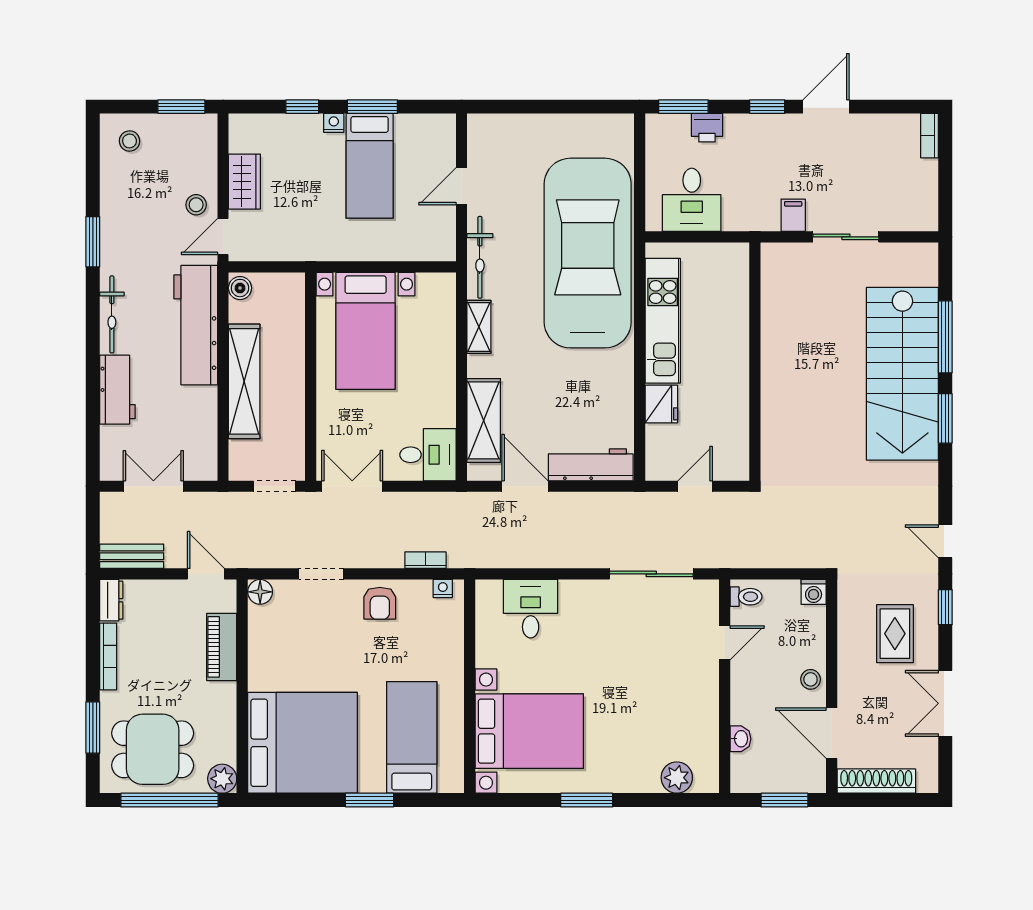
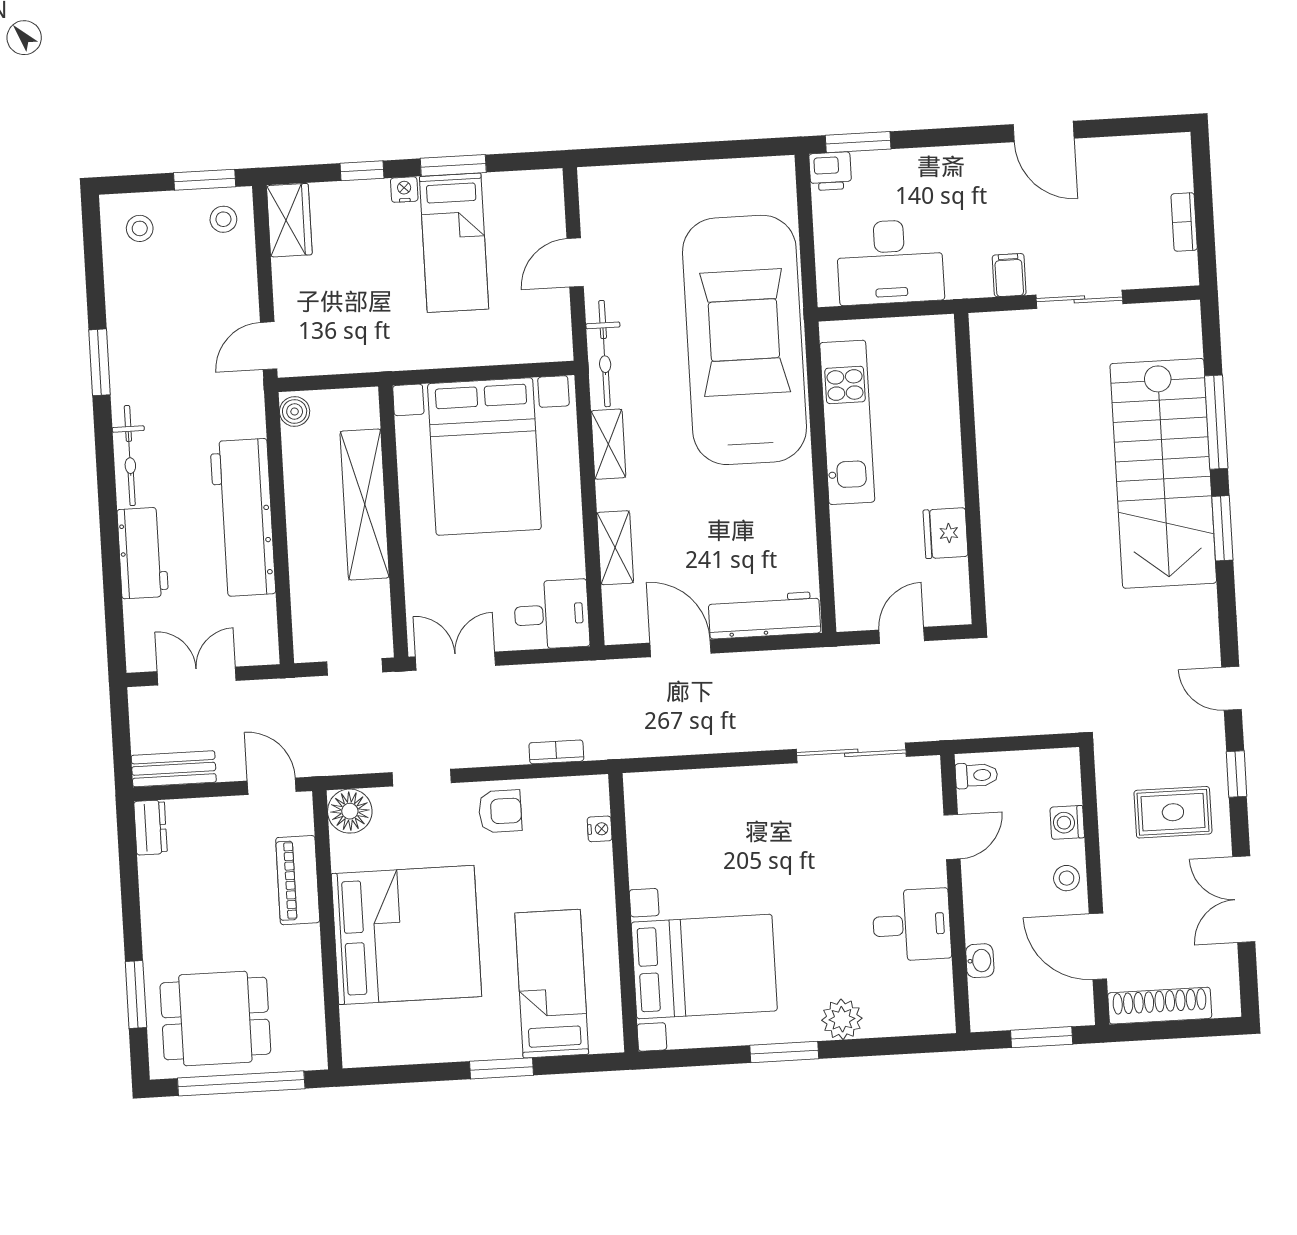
window: (767, 107) -> (967, 136), removed
door: (826, 107) -> (1044, 131), swing flipped
printer: (707, 128) -> (830, 171), moved
bookcase: (930, 136) -> (1184, 222), moved
wardrobe: (244, 182) -> (289, 220), moved
desk: (692, 200) -> (890, 262), width x1.37
stool: (196, 205) -> (223, 219), moved
workbench: (196, 325) -> (243, 518), moved
bed with nightstands: (366, 331) -> (484, 457), width x1.36
shelving: (244, 381) -> (365, 504), moved
fridge: (661, 404) -> (946, 533), moved, turned 180
shelving: (484, 420) -> (615, 548), width x0.67, depth x0.75
nightstand: (443, 588) -> (600, 829), moved, turned 90
floor lamp: (260, 592) -> (350, 811), width x1.38, depth x1.38
washing machine: (814, 592) -> (1067, 822), moved, turned 90
armchair: (380, 603) -> (500, 811), turned -90
desk: (531, 609) -> (912, 925), moved, turned 90
rug: (895, 634) -> (1173, 812), turned 90
bookcase: (108, 656) -> (151, 901), removed
bed: (303, 743) -> (406, 935), moved
plant: (677, 778) -> (842, 1019), moved
plant: (222, 779) -> (308, 1052), removed

